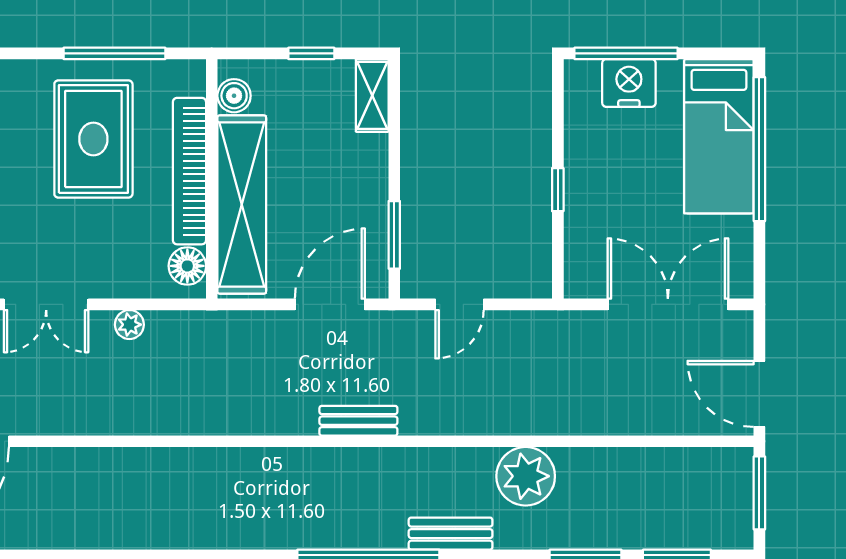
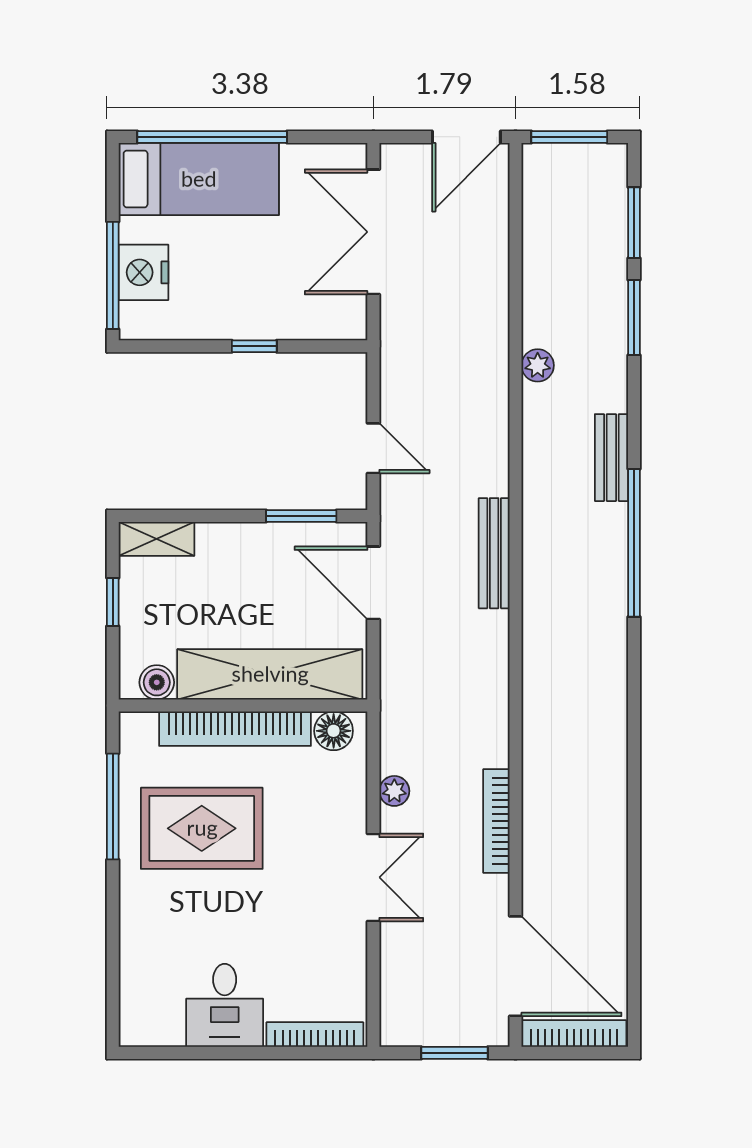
bench: (358, 421) -> (494, 553), width x1.36
bookcase: (101, 423) -> (496, 821), added
plant: (526, 476) -> (538, 365), width x0.53, depth x0.53

